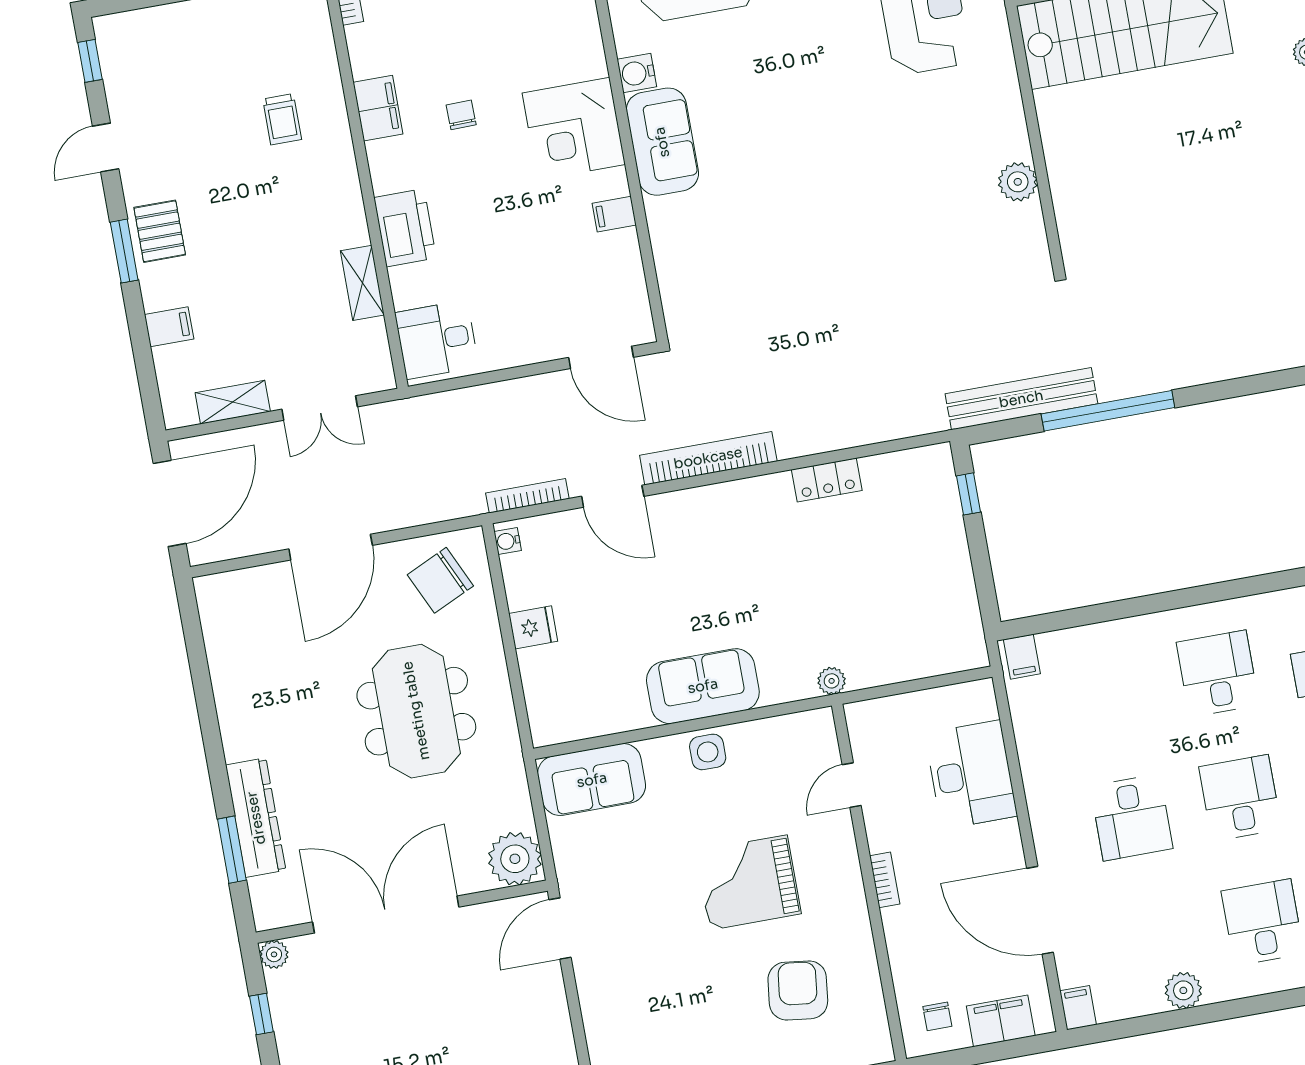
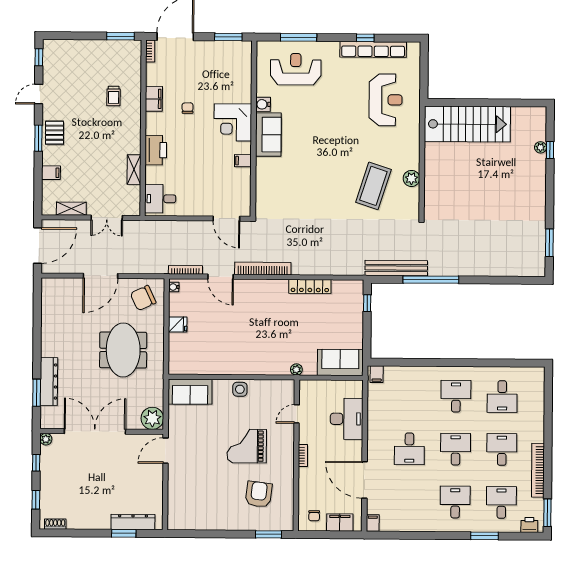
coffee table: (932, 216) -> (373, 186), added
locker: (827, 480) -> (310, 286), width x1.53
sofa: (703, 686) -> (340, 362), moved
plant: (1183, 990) -> (417, 524), removed

